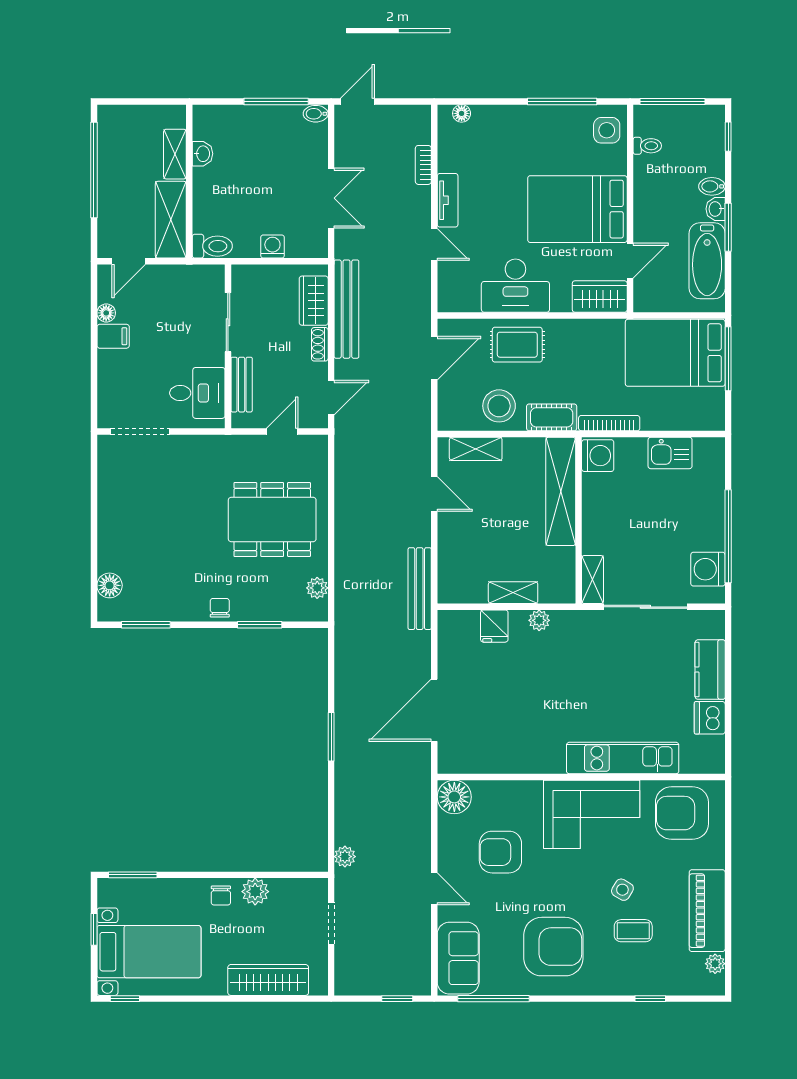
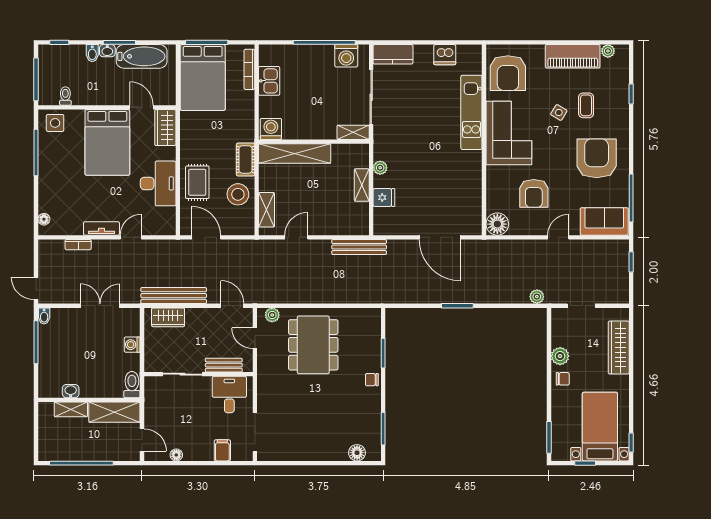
filing cabinet: (113, 336) -> (222, 450), moved
shoe rack: (320, 344) -> (197, 313), removed
bookcase: (609, 423) -> (249, 69), moved
plant: (317, 588) -> (272, 315), moved
kitchen counter: (710, 670) -> (393, 54), moved

